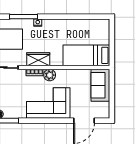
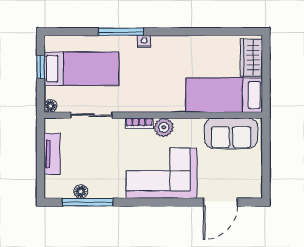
wardrobe: (38, 59) -> (251, 58), moved, turned -90
sofa: (100, 85) -> (231, 133), moved, turned -90

